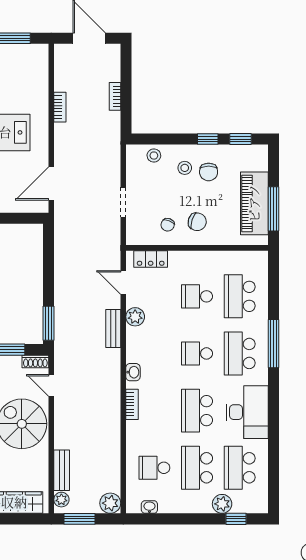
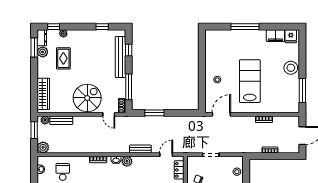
door: (51, 184) -> (221, 114), hinge flipped
plant: (135, 317) -> (127, 161), moved
window: (49, 323) -> (154, 113), moved
door: (51, 385) -> (109, 114), swing flipped

